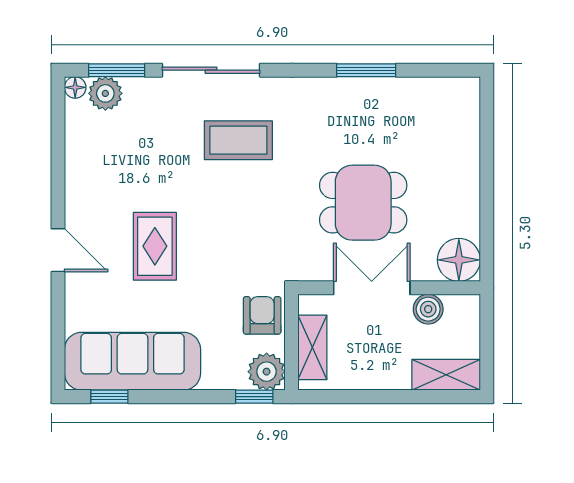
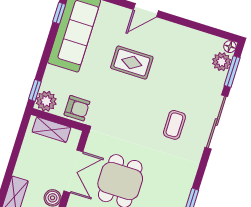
coffee table: (238, 140) -> (174, 125), width x0.73, depth x0.77

